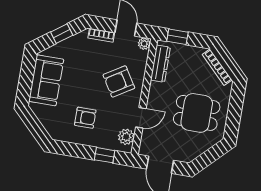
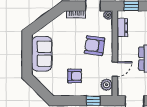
window: (62, 34) -> (47, 18), removed
dresser: (160, 64) -> (122, 28), width x0.70
armchair: (119, 81) -> (94, 46), turned 40

